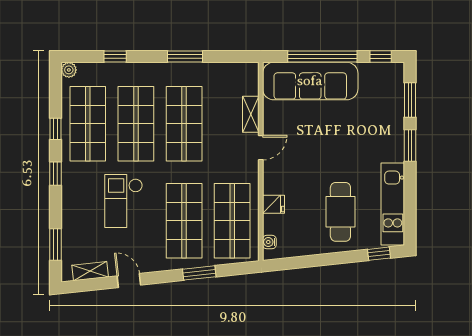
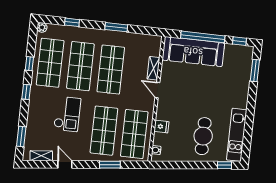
window: (410, 146) -> (252, 99), removed
door: (261, 148) -> (157, 90), swing flipped
checkout: (124, 201) -> (67, 114), turned 180

